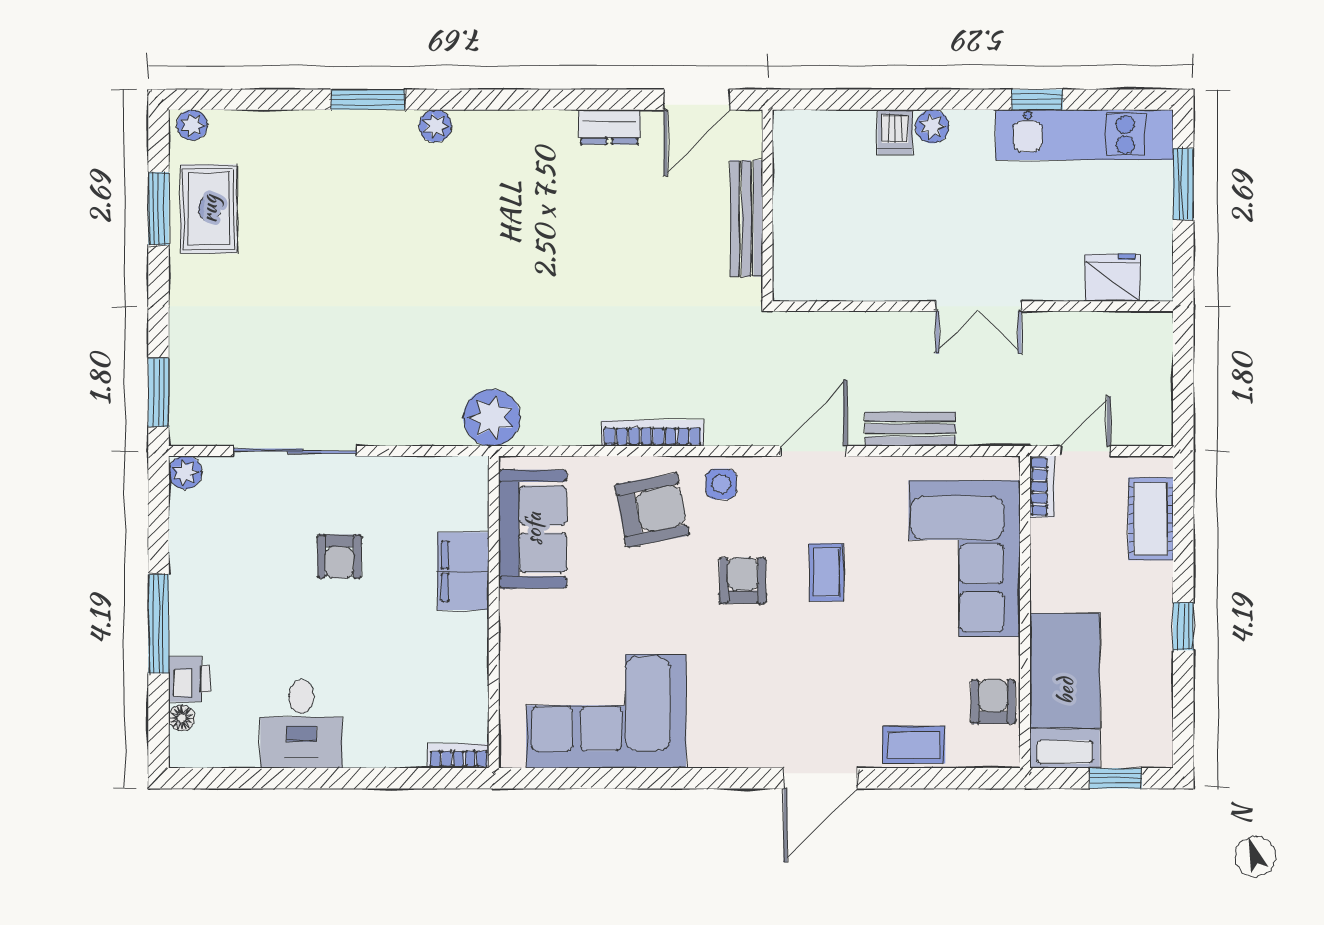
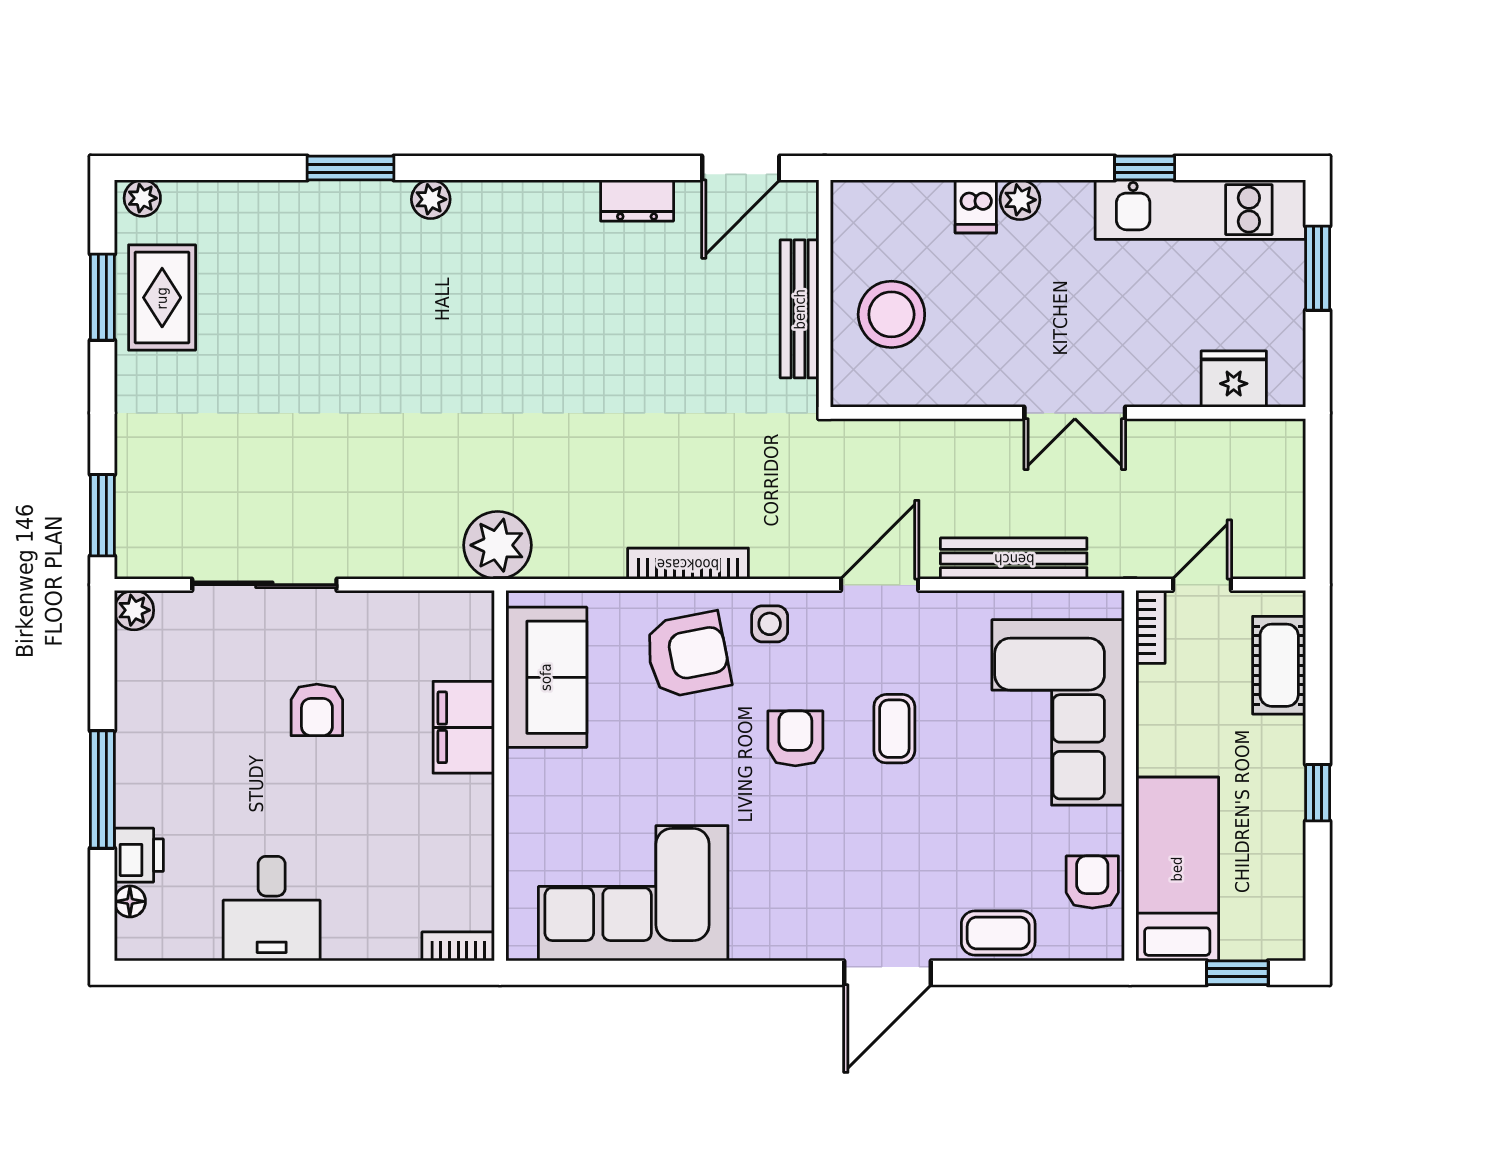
stool: (824, 223) -> (891, 314), added
bench: (910, 429) -> (1014, 559), width x1.36

